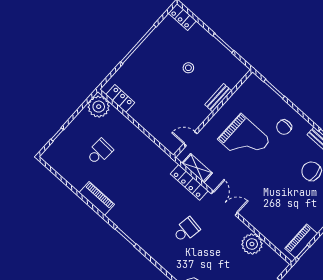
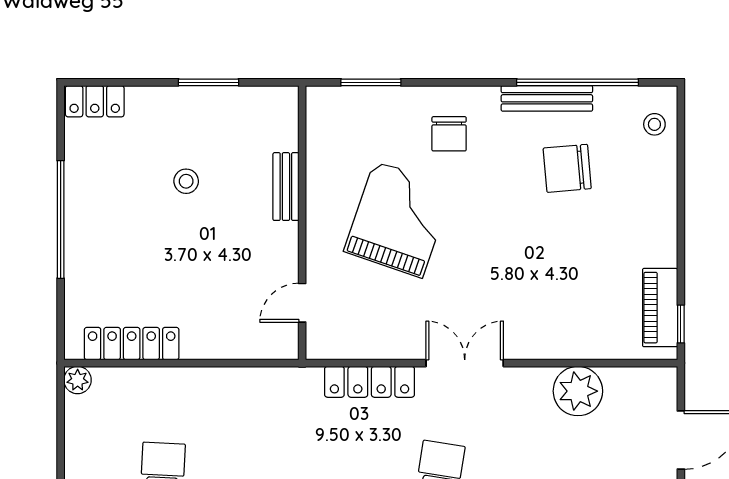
locker: (120, 99) -> (132, 344), width x1.53
plant: (99, 107) -> (78, 380), width x0.53, depth x0.53
grand piano: (244, 140) -> (398, 219), turned -71
shelving: (197, 168) -> (361, 344), removed

